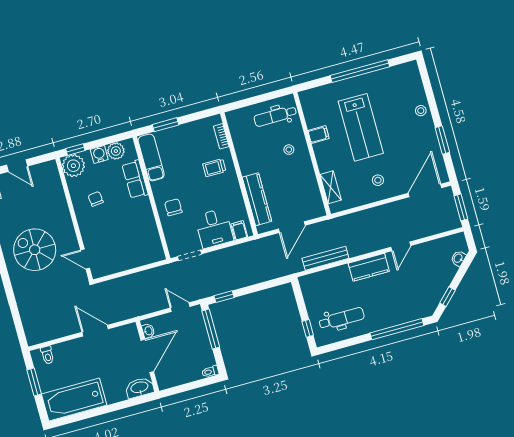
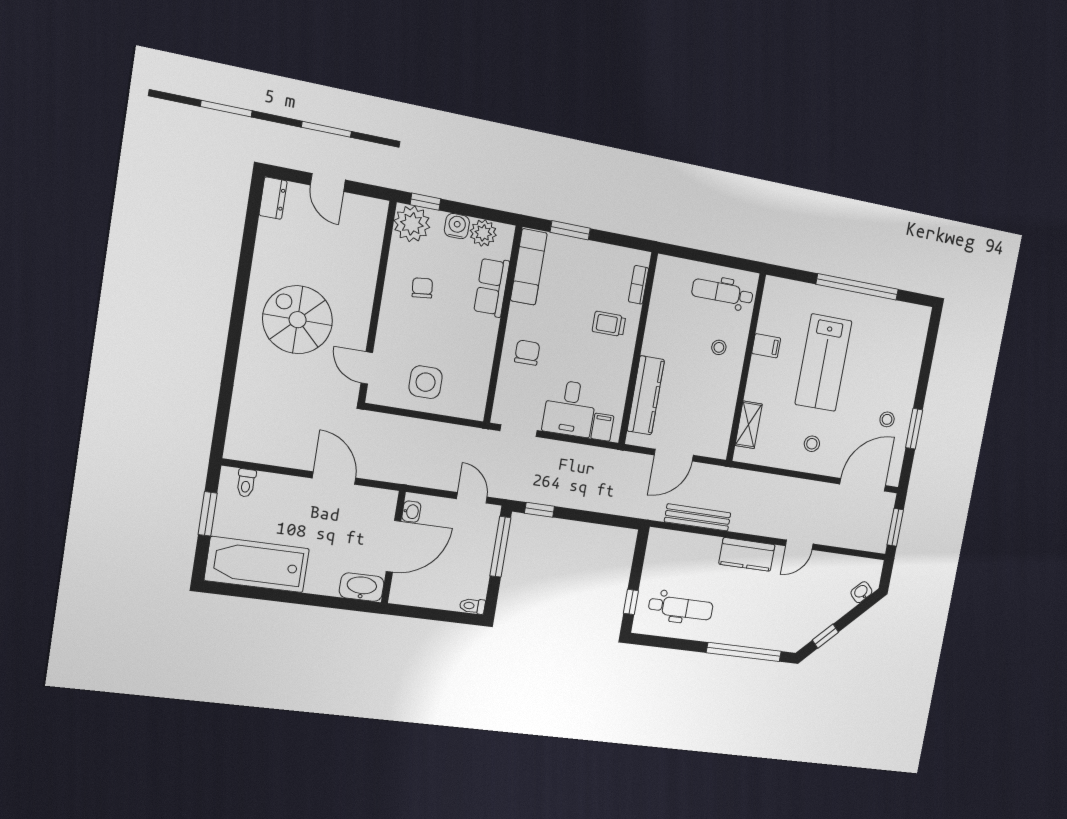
stool: (421, 111) -> (887, 419), moved
side table: (122, 252) -> (426, 382), added

